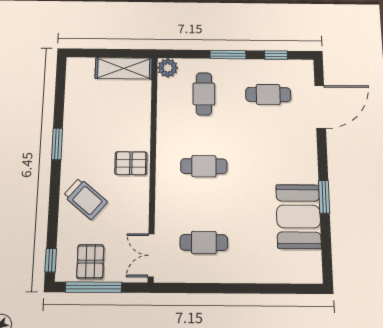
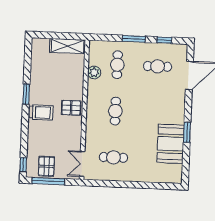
plant: (168, 68) -> (94, 72), moved
cafe table: (204, 166) -> (115, 111), turned 90
trolley: (85, 199) -> (41, 112), moved, turned -40

